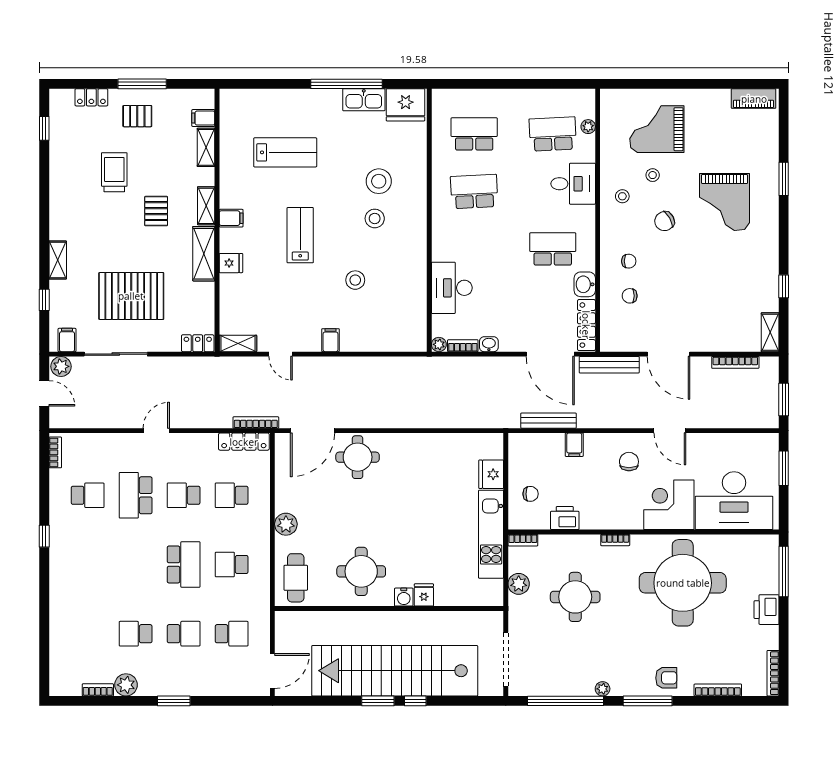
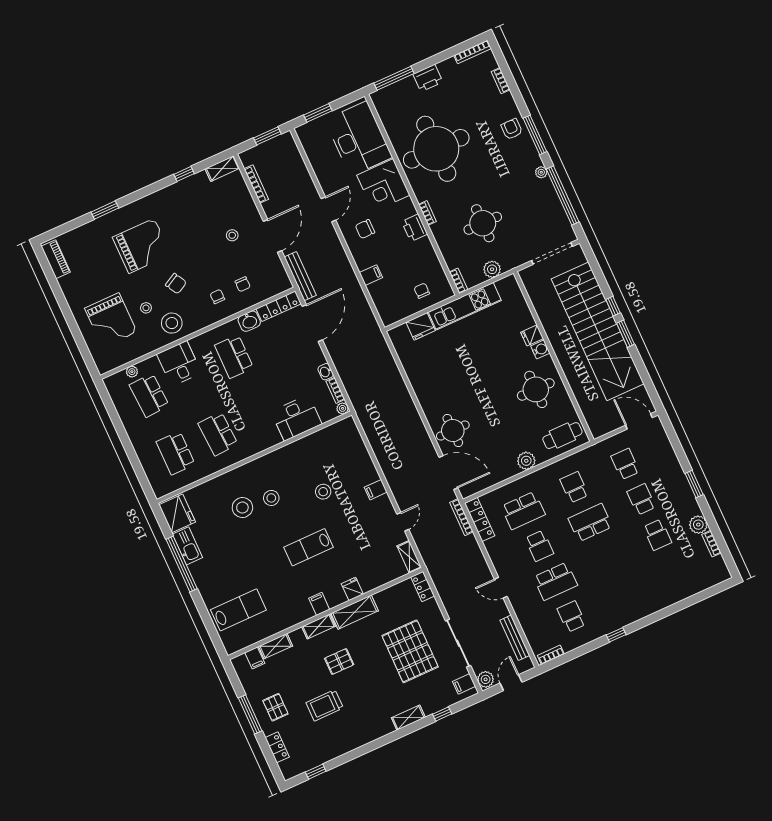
lab bench: (285, 152) -> (238, 610), moved, turned 90
stool: (622, 196) -> (172, 323), width x1.89, depth x1.89
stool: (690, 309) -> (232, 235), added
bench: (549, 421) -> (515, 638), moved
school desk: (232, 495) -> (523, 510), width x1.85
printer: (565, 518) -> (415, 228), moved
school desk: (232, 564) -> (574, 487), turned 180
bookcase: (718, 690) -> (501, 81), width x0.64

